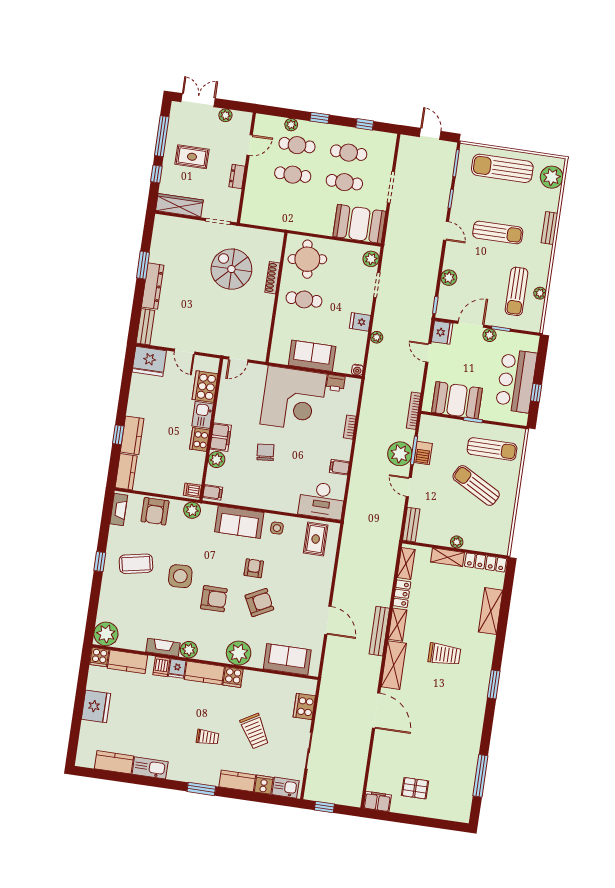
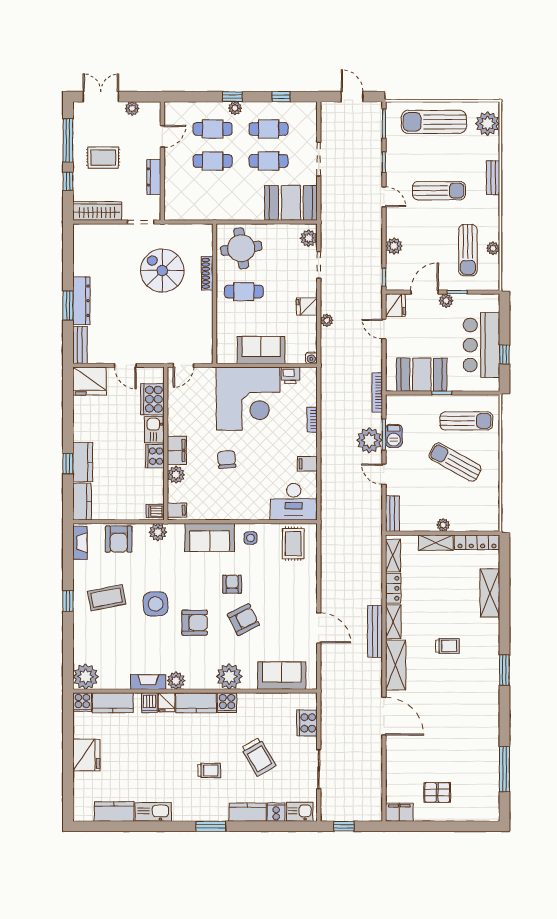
plant: (291, 125) -> (235, 108), moved
dresser: (237, 177) -> (154, 177), width x1.44
window: (143, 265) -> (68, 306), moved
trolley: (444, 654) -> (448, 646), width x0.73, depth x0.72

